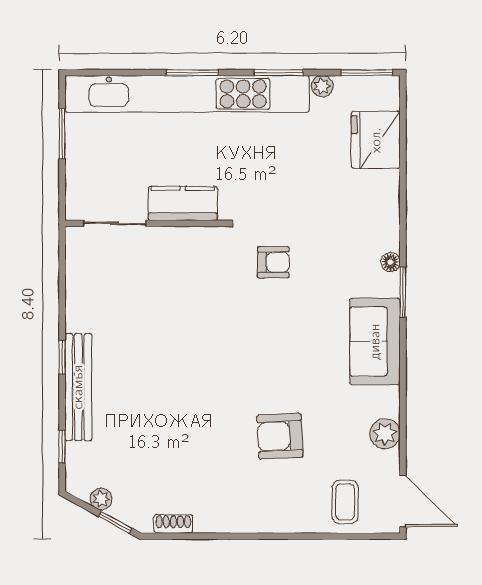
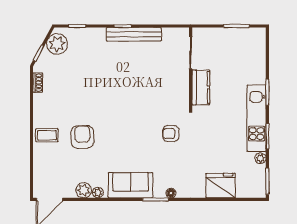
kitchen unit: (187, 94) -> (257, 118), width x0.54
fridge: (376, 140) -> (220, 186), moved
armchair: (273, 262) -> (171, 133), turned 90
bench: (78, 387) -> (134, 34), moved
plant: (389, 406) -> (98, 193), added
plant: (101, 499) -> (57, 44), width x1.88, depth x1.88
coffee table: (345, 502) -> (47, 135), moved

